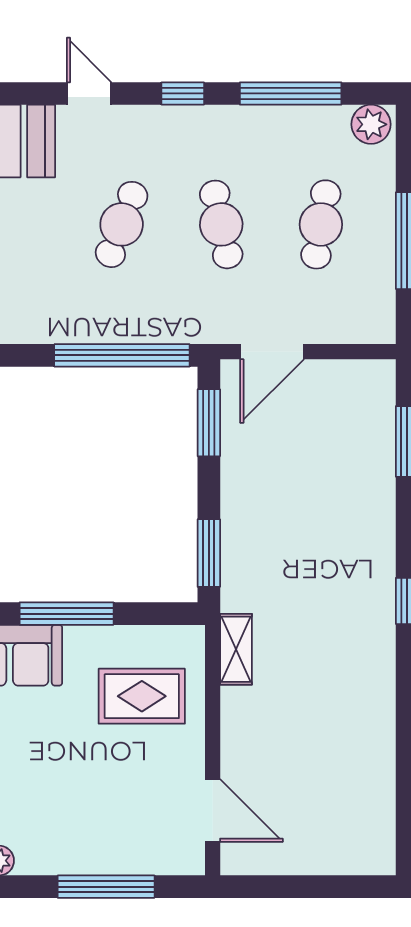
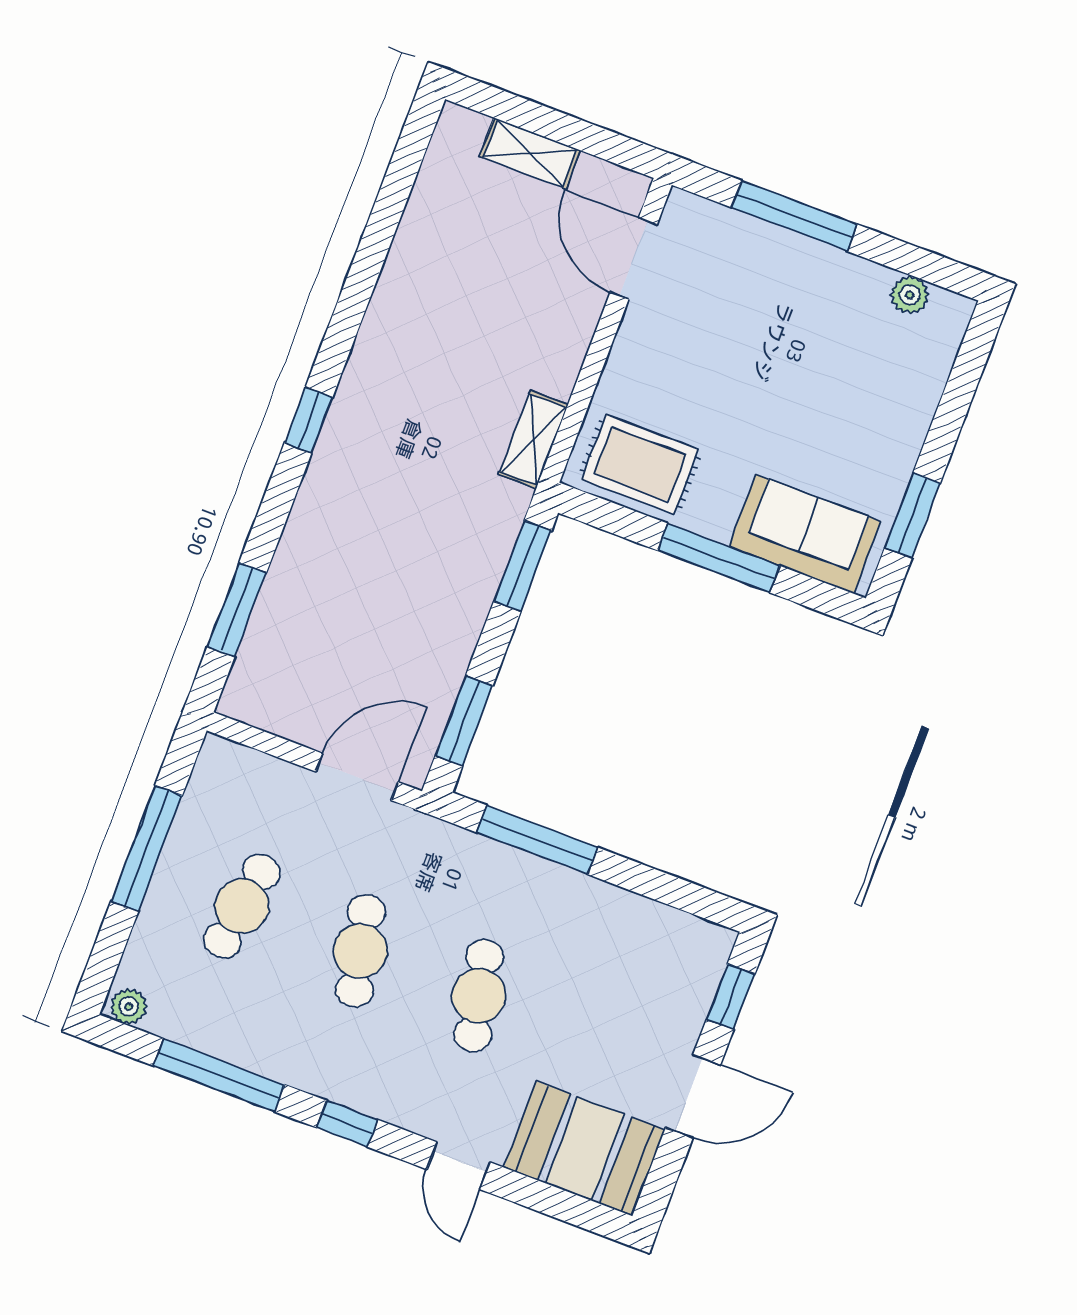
plant: (371, 124) -> (129, 1006), width x0.73, depth x0.73
cafe table: (122, 224) -> (479, 996), turned -33
window: (122, 355) -> (537, 840), width x0.68
rug: (142, 696) -> (640, 464), moved
shelving: (318, 859) -> (530, 153), added

